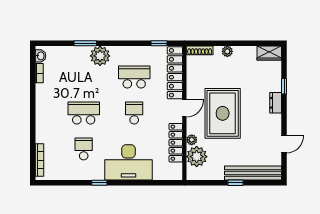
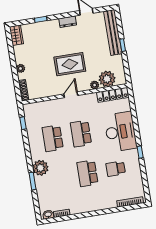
locker: (175, 73) -> (44, 107), removed
dresser: (276, 103) -> (68, 22), moved
door: (184, 108) -> (71, 95), hinge flipped
school desk: (134, 113) -> (81, 134), width x1.85
rug: (223, 113) -> (70, 64), width x0.73, depth x0.69
locker: (176, 143) -> (113, 95), moved

